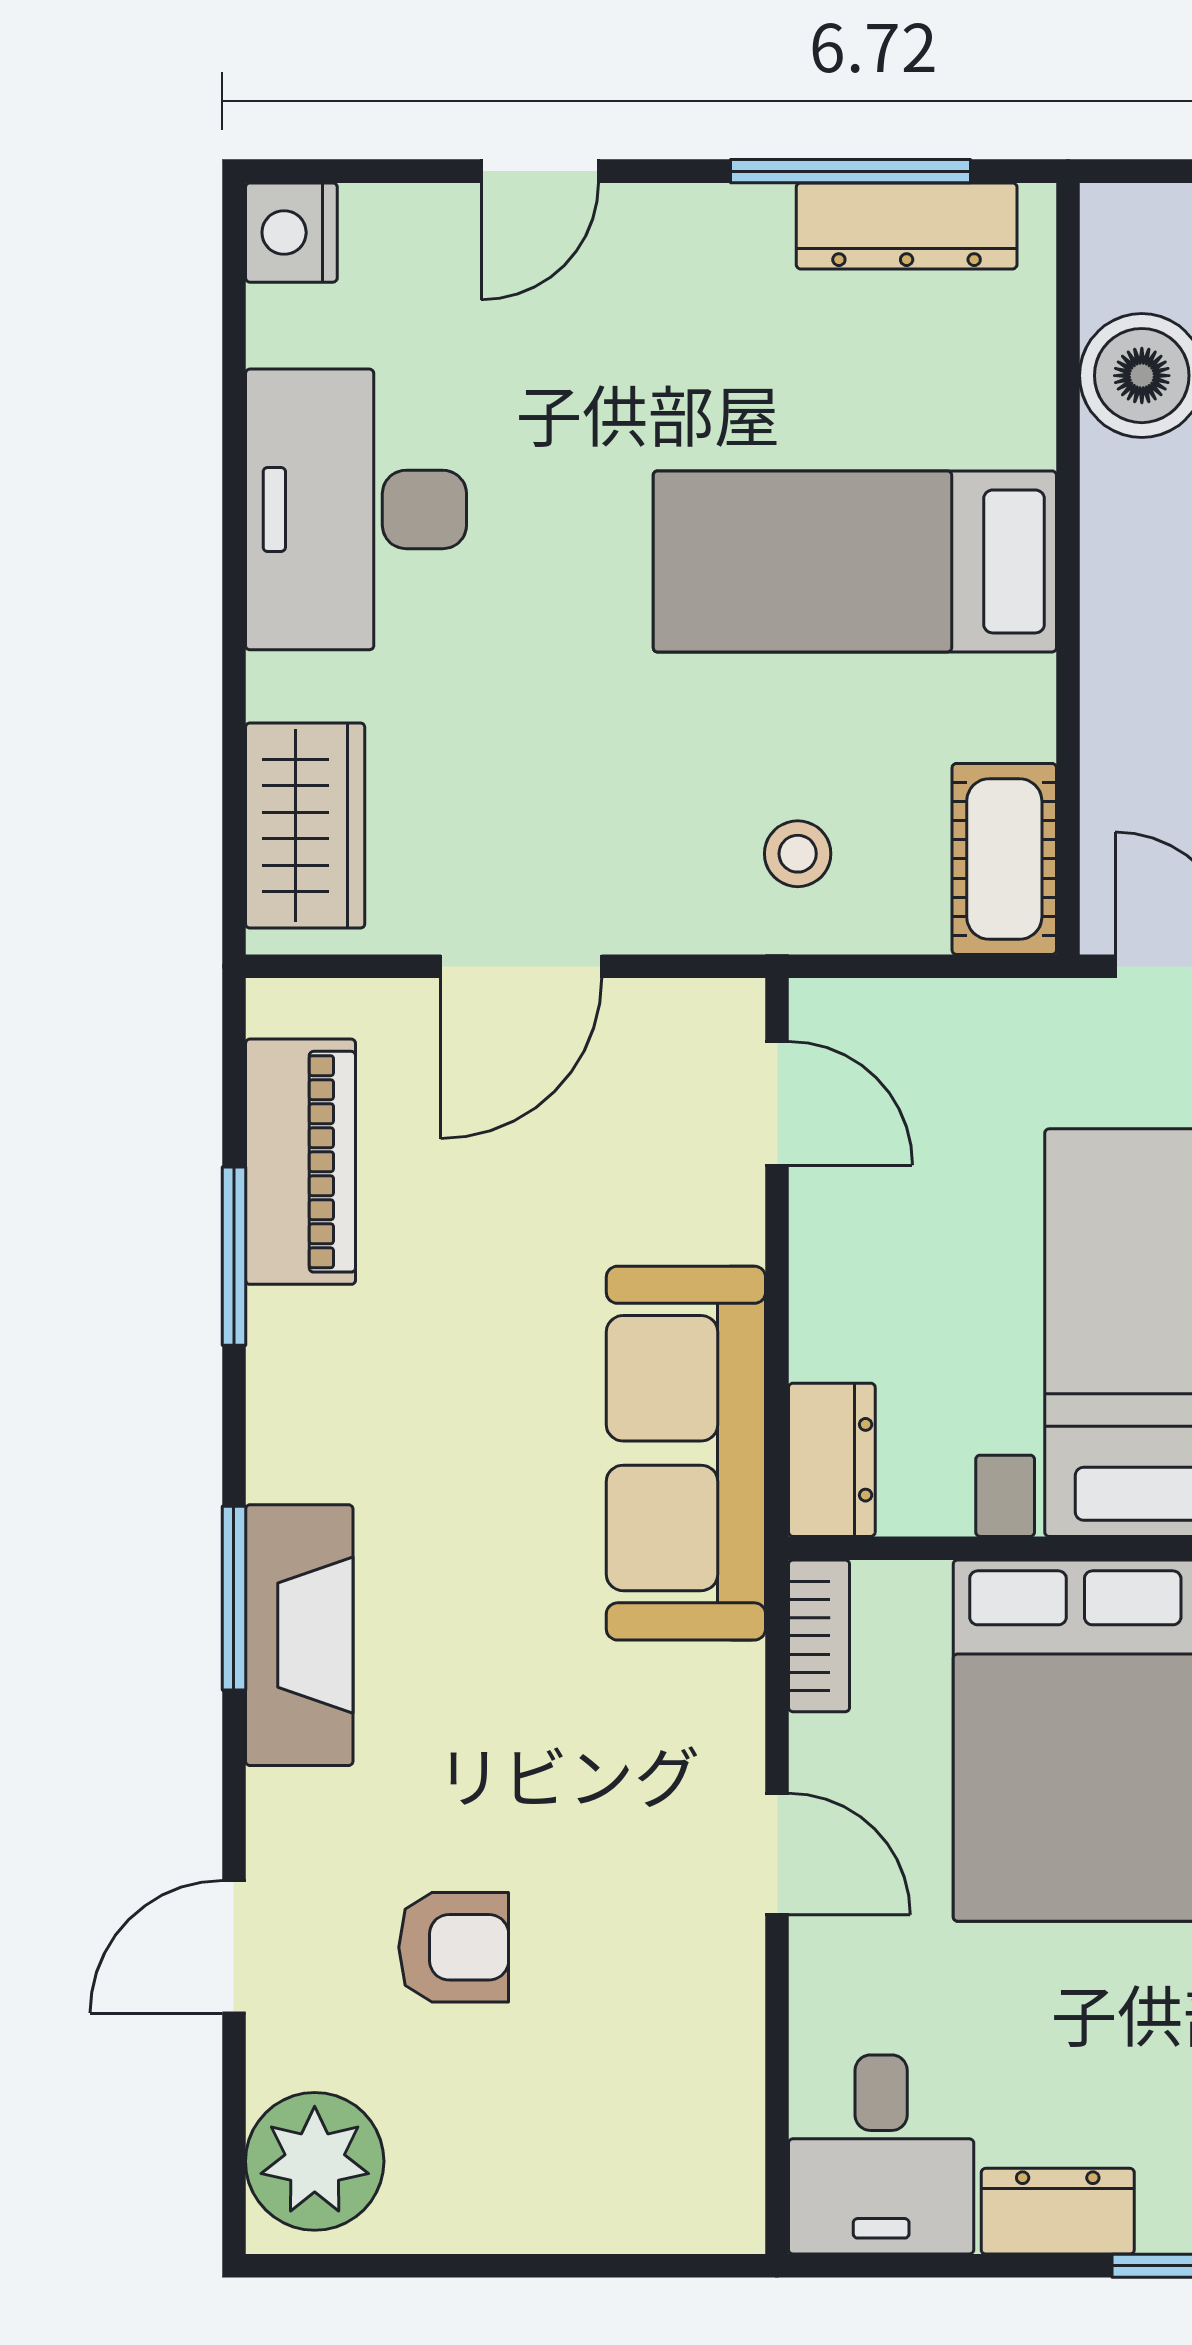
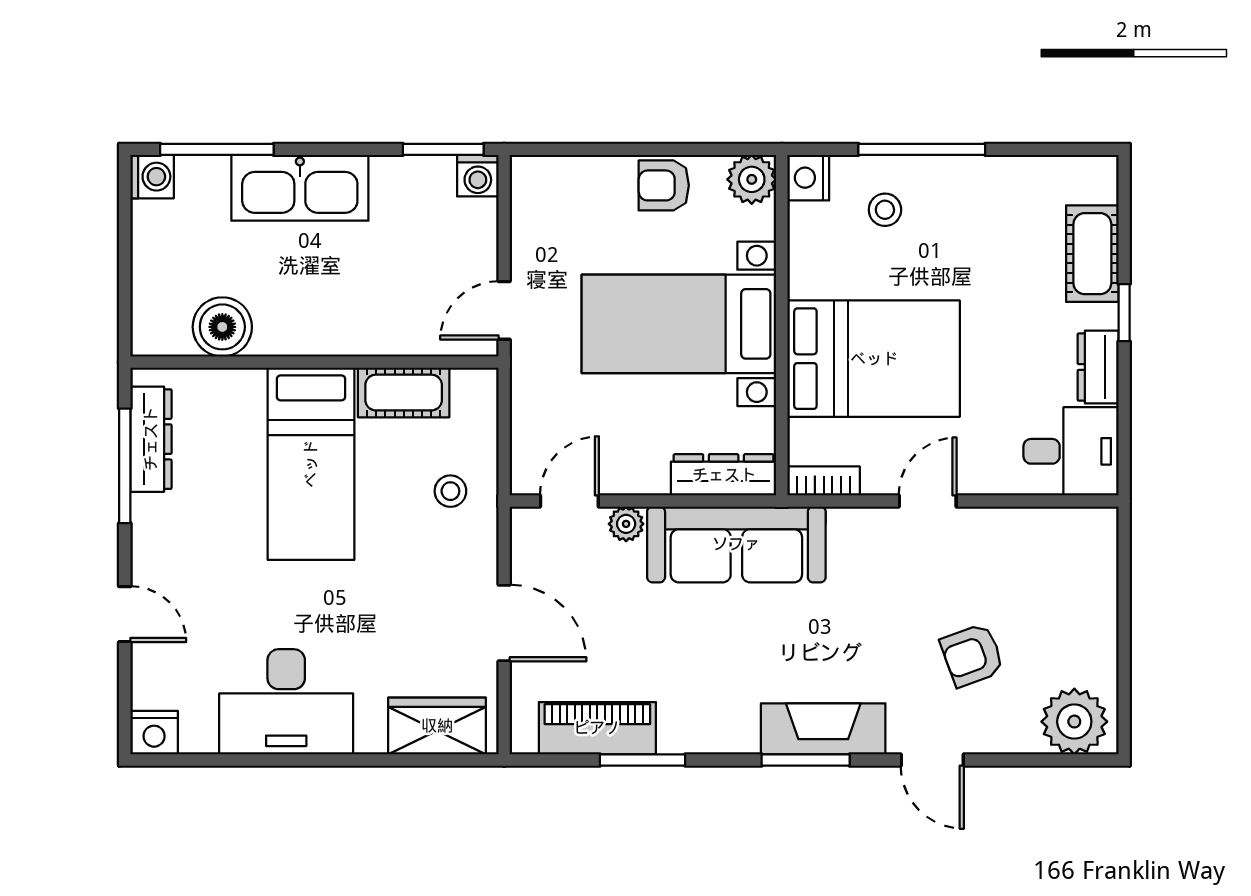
cot: (1004, 859) -> (404, 393), moved
plant: (729, 1222) -> (626, 524), added
dresser: (832, 1460) -> (724, 475), width x1.44
door: (234, 1947) -> (932, 760), moved
armchair: (454, 1947) -> (972, 655), turned -110

